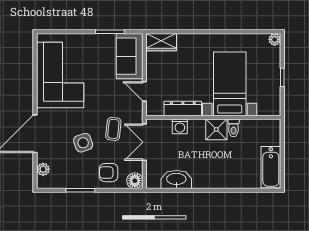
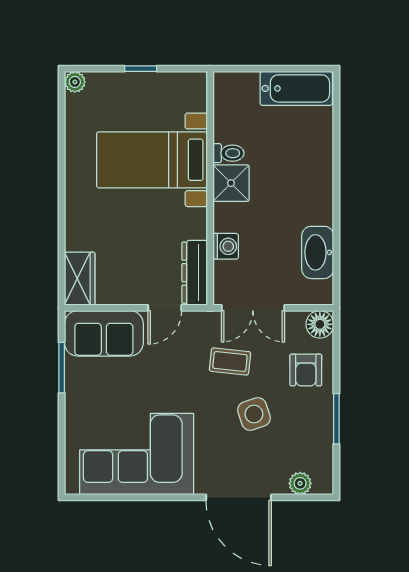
dresser: (183, 108) -> (195, 273), moved

